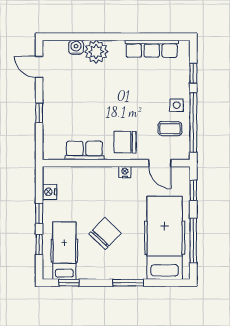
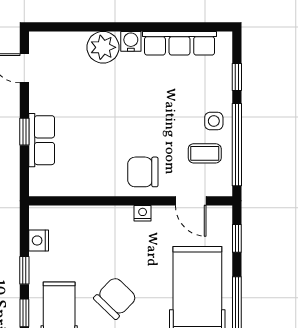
water cooler: (76, 47) -> (131, 41), moved
row of seats: (84, 150) -> (42, 140), moved, turned 90

